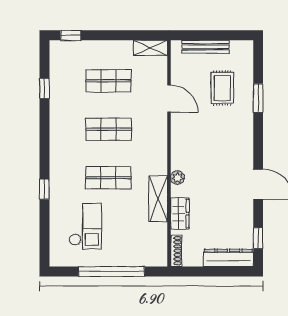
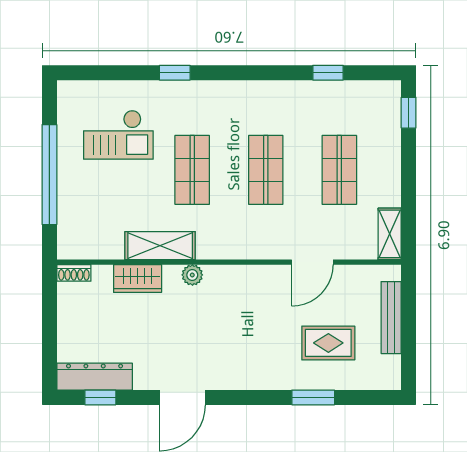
shoe rack: (176, 251) -> (74, 273), width x0.70
dresser: (228, 258) -> (95, 377), moved, turned -90

